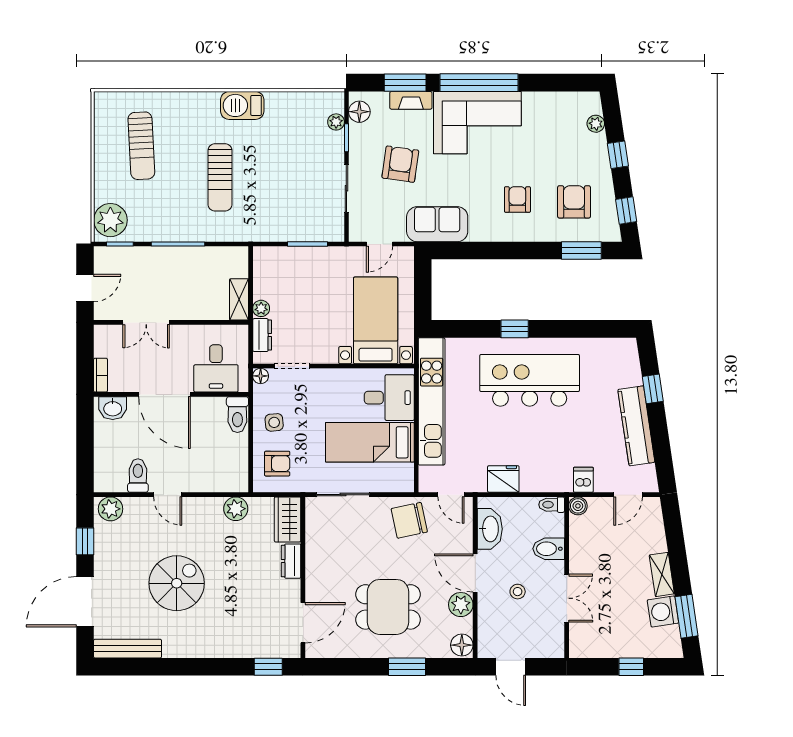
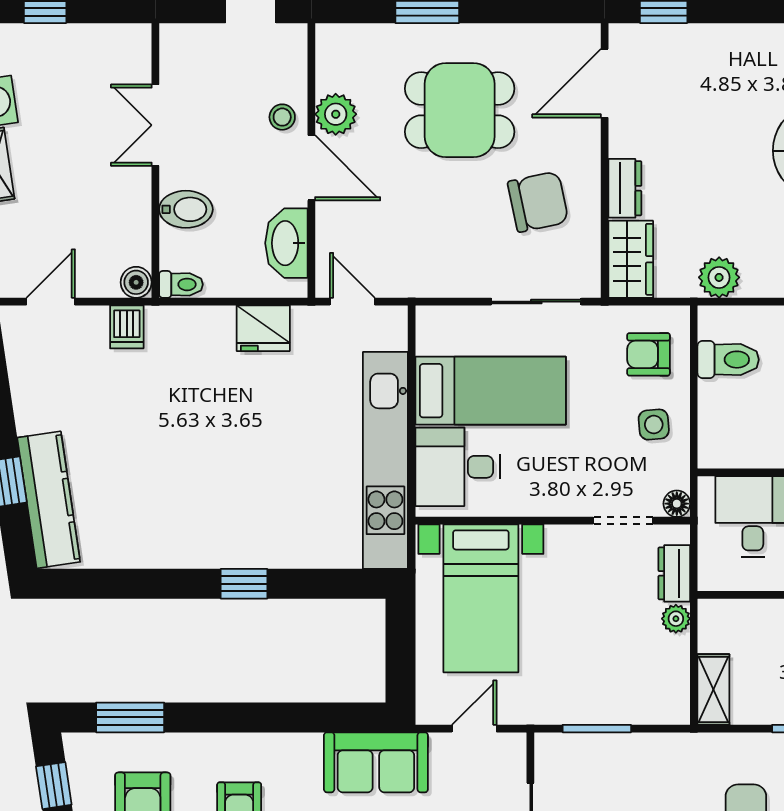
shelving: (239, 299) -> (713, 689), moved
kitchen island: (530, 380) -> (218, 496), removed
toilet: (237, 415) -> (728, 360), moved, turned 90
kitchen counter: (636, 426) -> (49, 500), moved
chair: (409, 520) -> (538, 202), moved
stool: (518, 592) -> (282, 117), moved
floor lamp: (462, 645) -> (334, 45), removed

